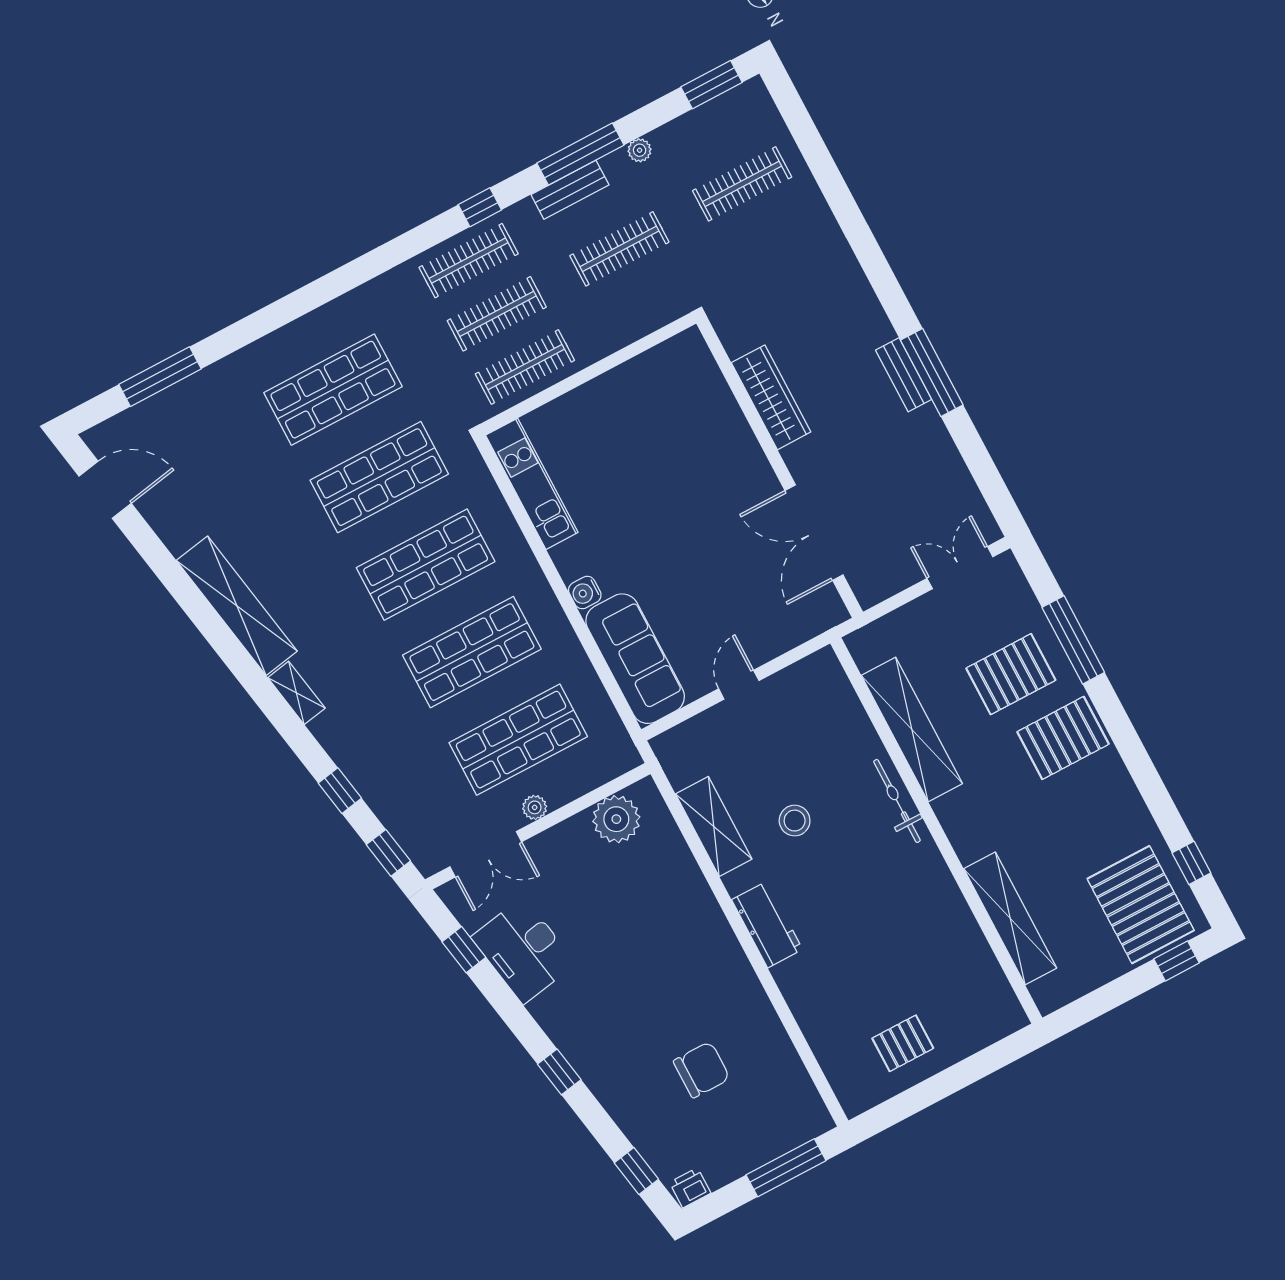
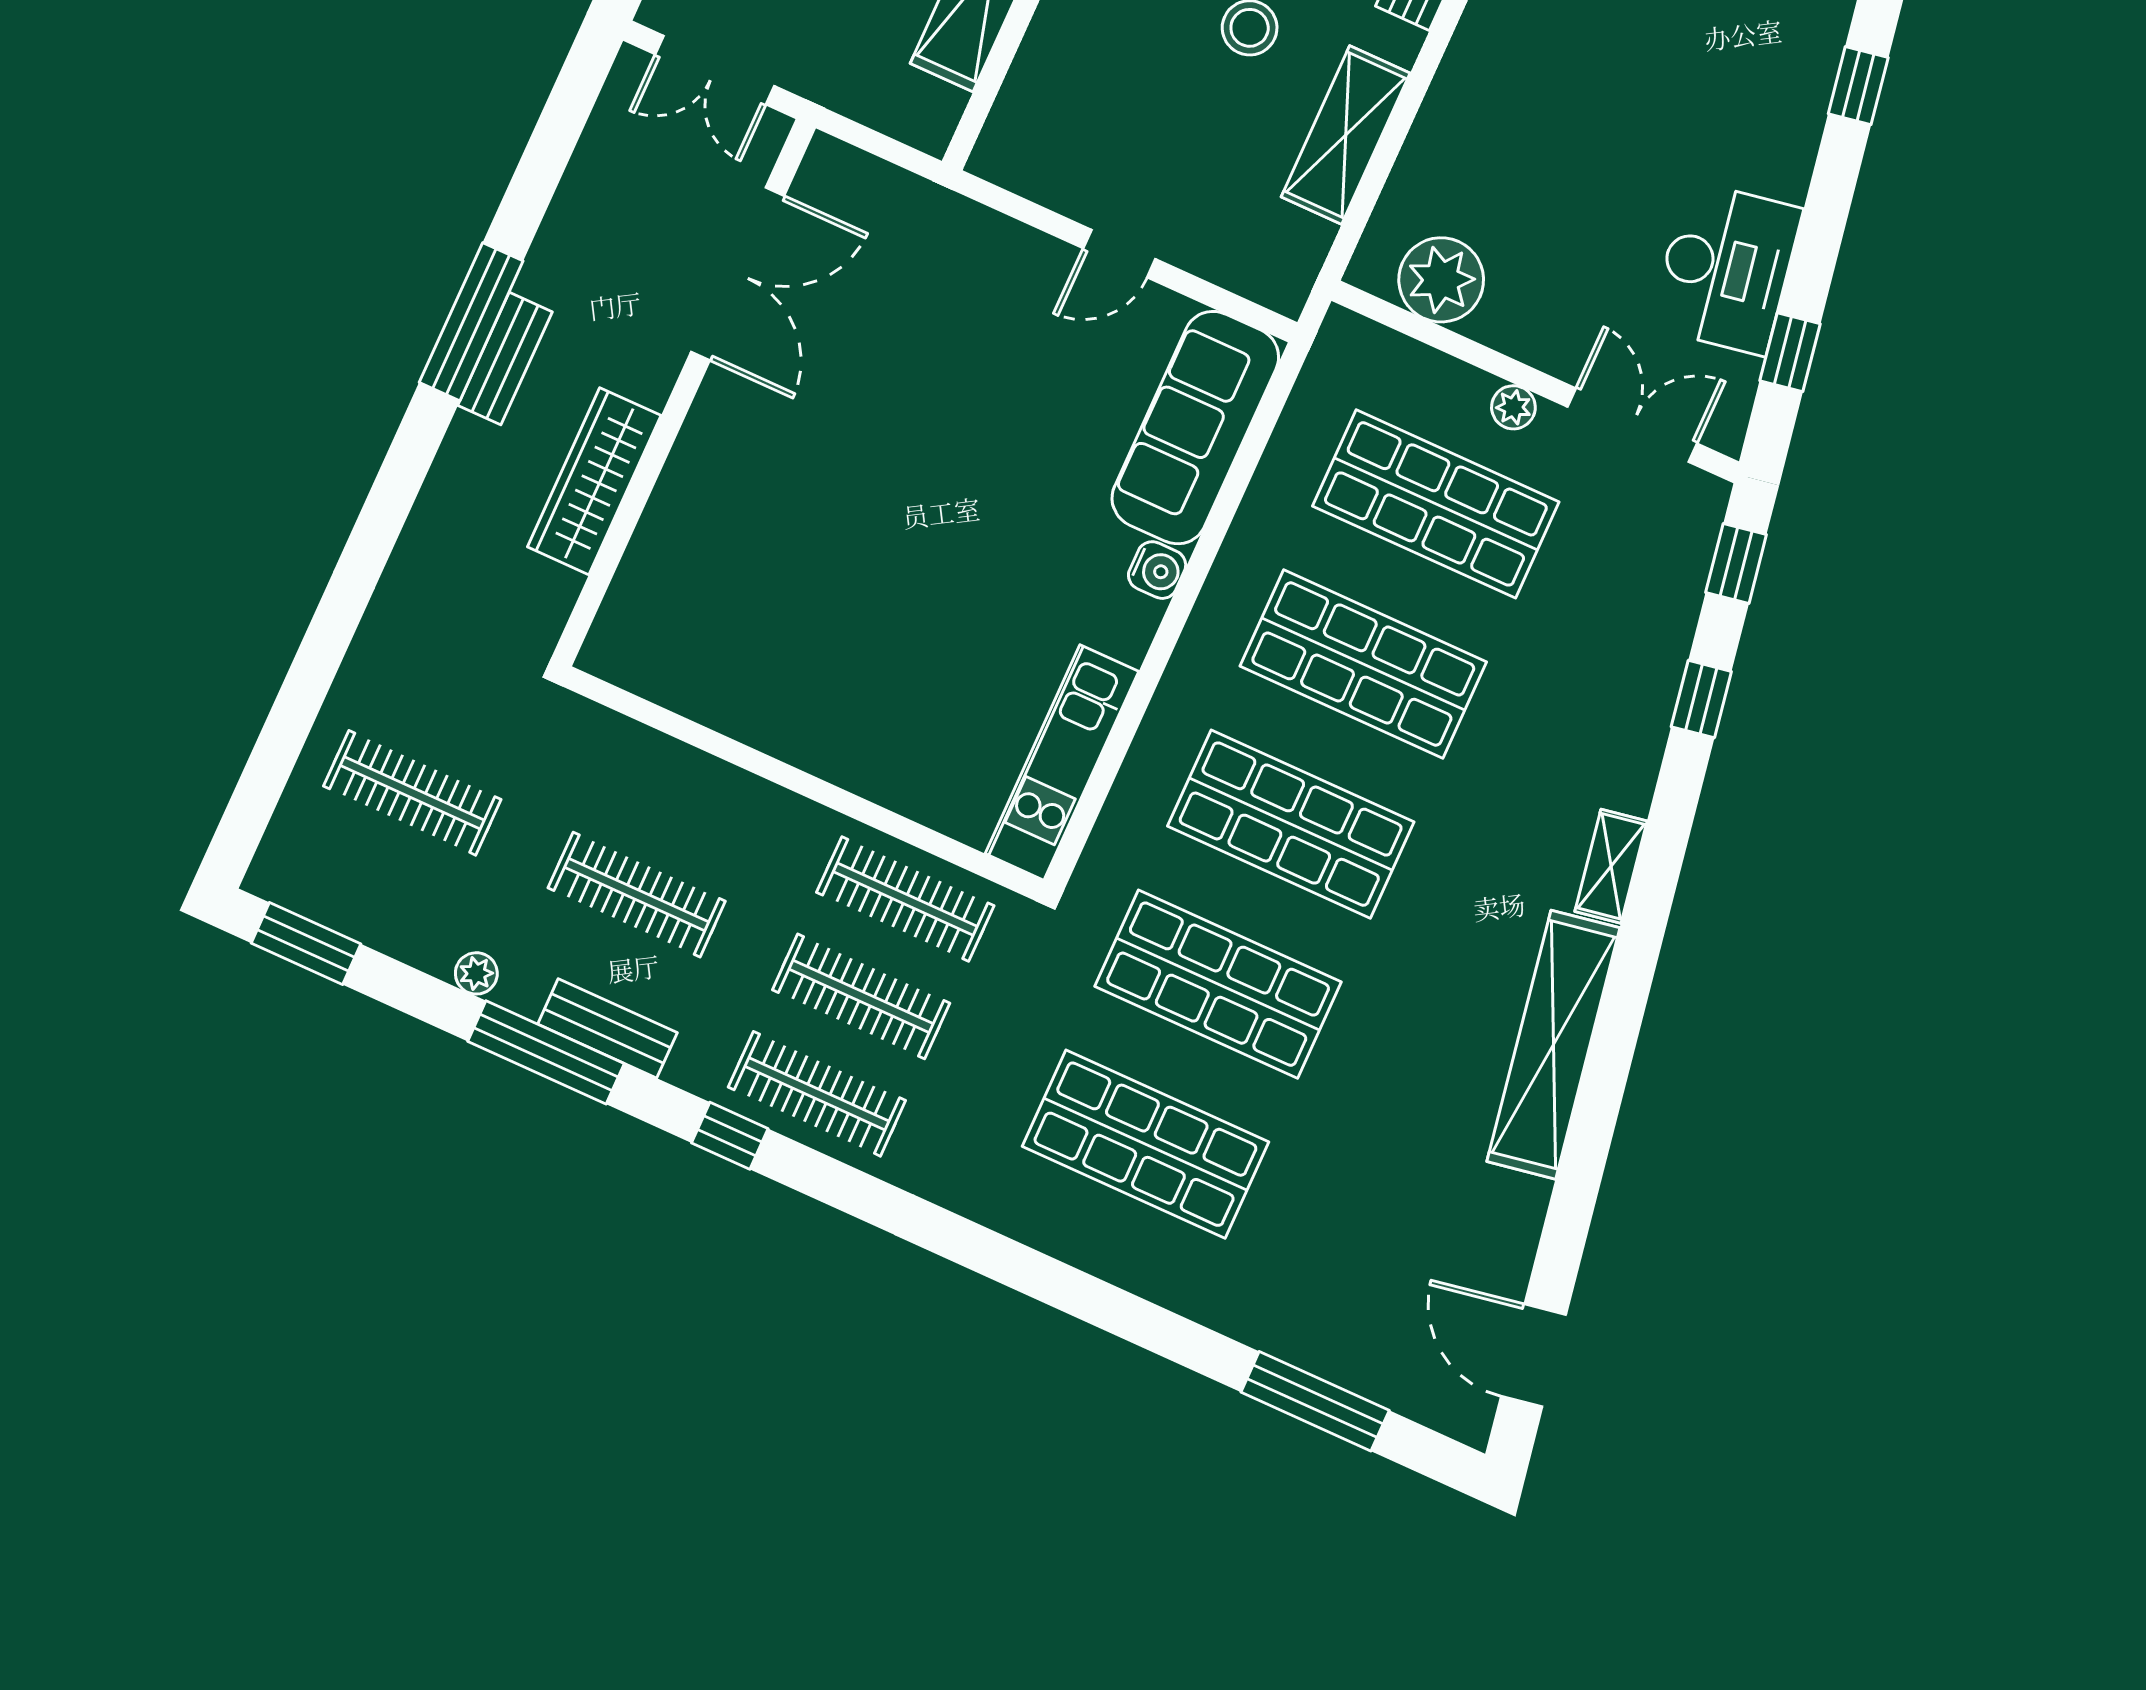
wardrobe: (771, 397) -> (594, 481), moved
wall: (780, 468) -> (684, 393), moved
double door: (814, 533) -> (738, 274), moved

